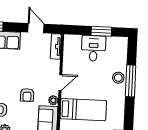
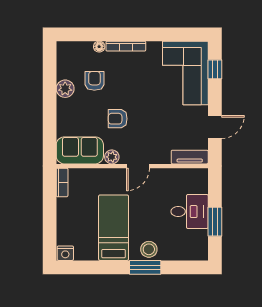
window: (131, 81) -> (145, 267), width x0.69
door: (60, 83) -> (138, 166), hinge flipped
bed: (83, 110) -> (114, 228), moved, turned 180

